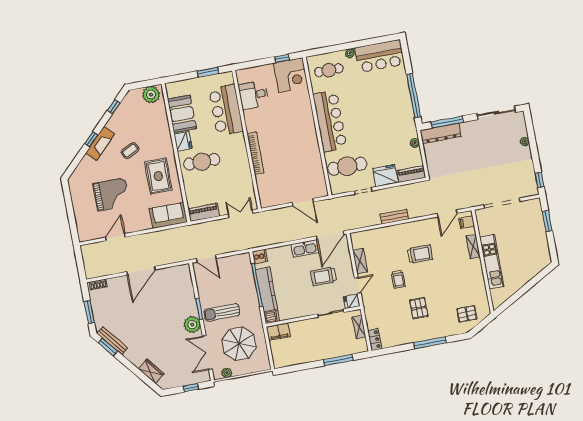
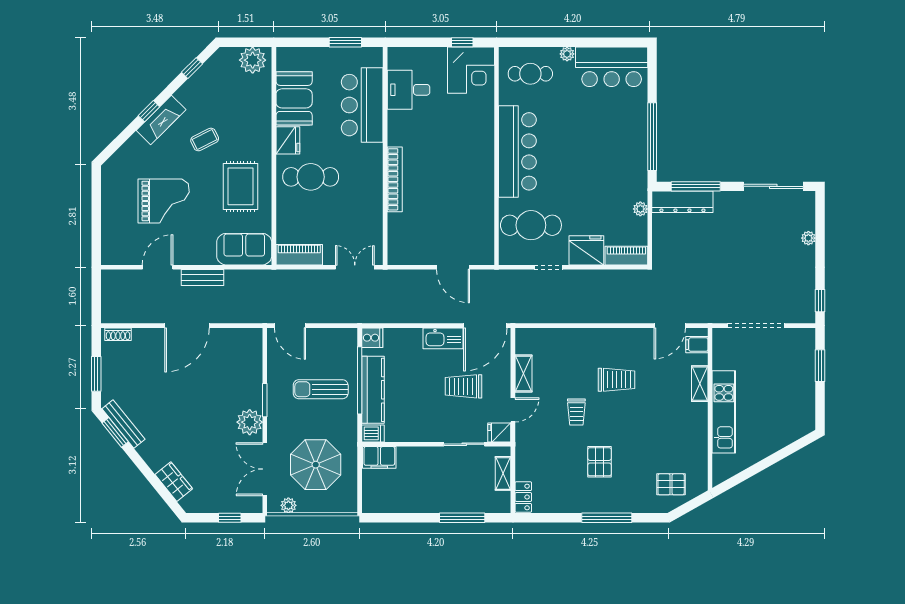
bench: (394, 217) -> (203, 277), moved
sun lounger: (222, 312) -> (321, 389), moved

